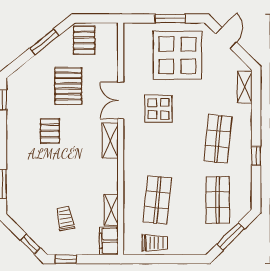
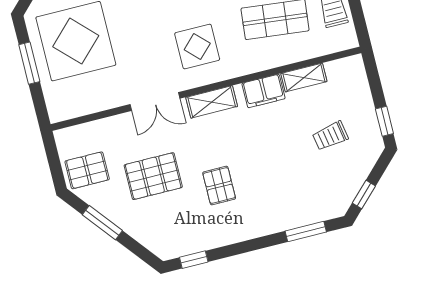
display table: (159, 109) -> (197, 46), moved
pallet: (50, 131) -> (219, 186), turned 90
filing cabinet: (109, 241) -> (264, 91), moved
window: (30, 244) -> (364, 195), moved

